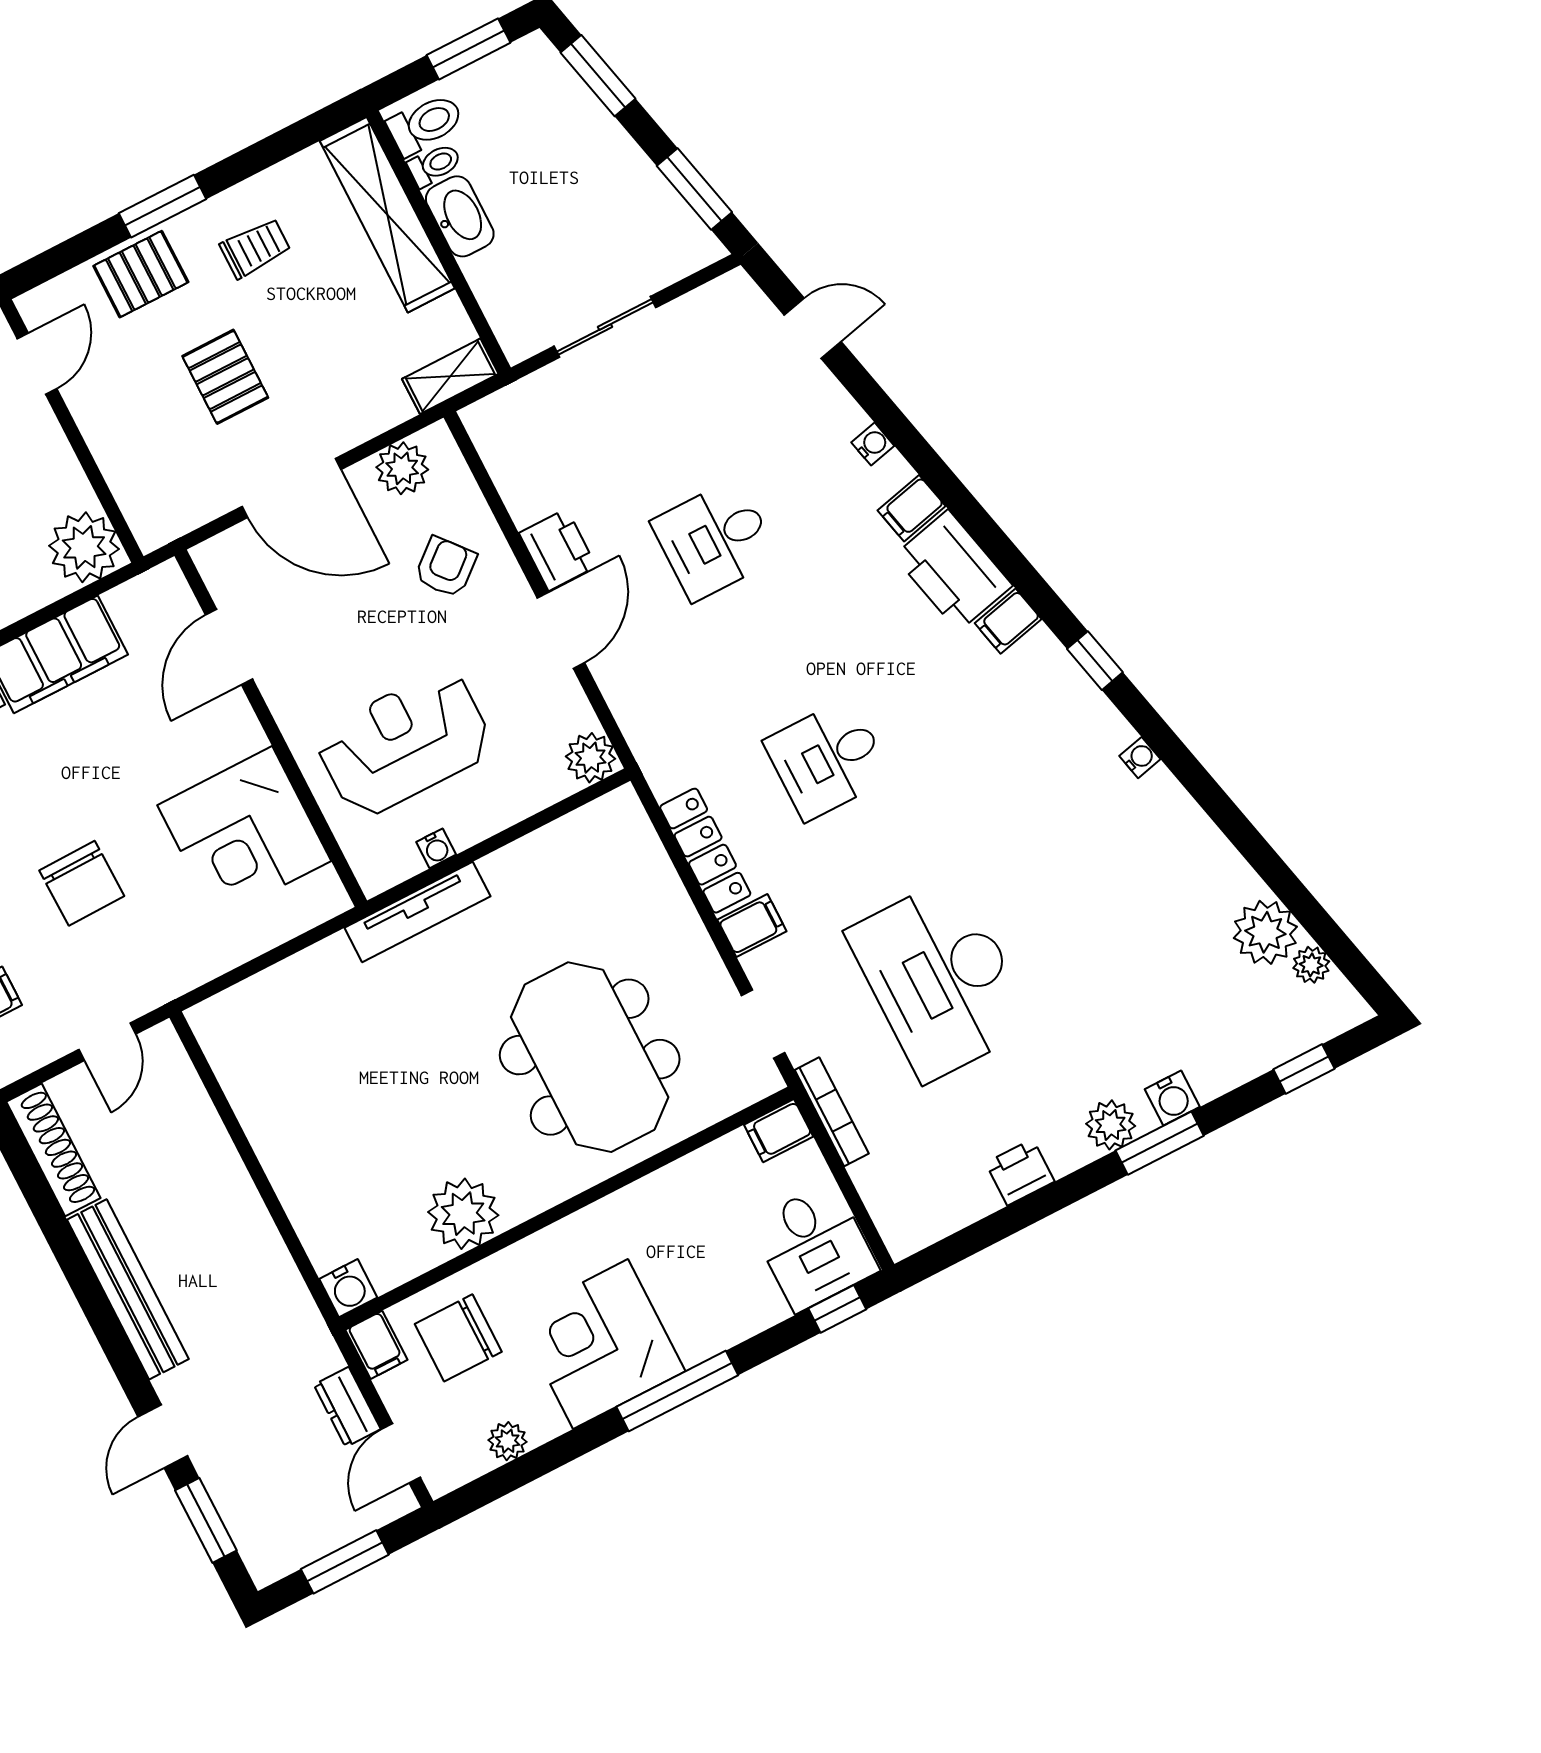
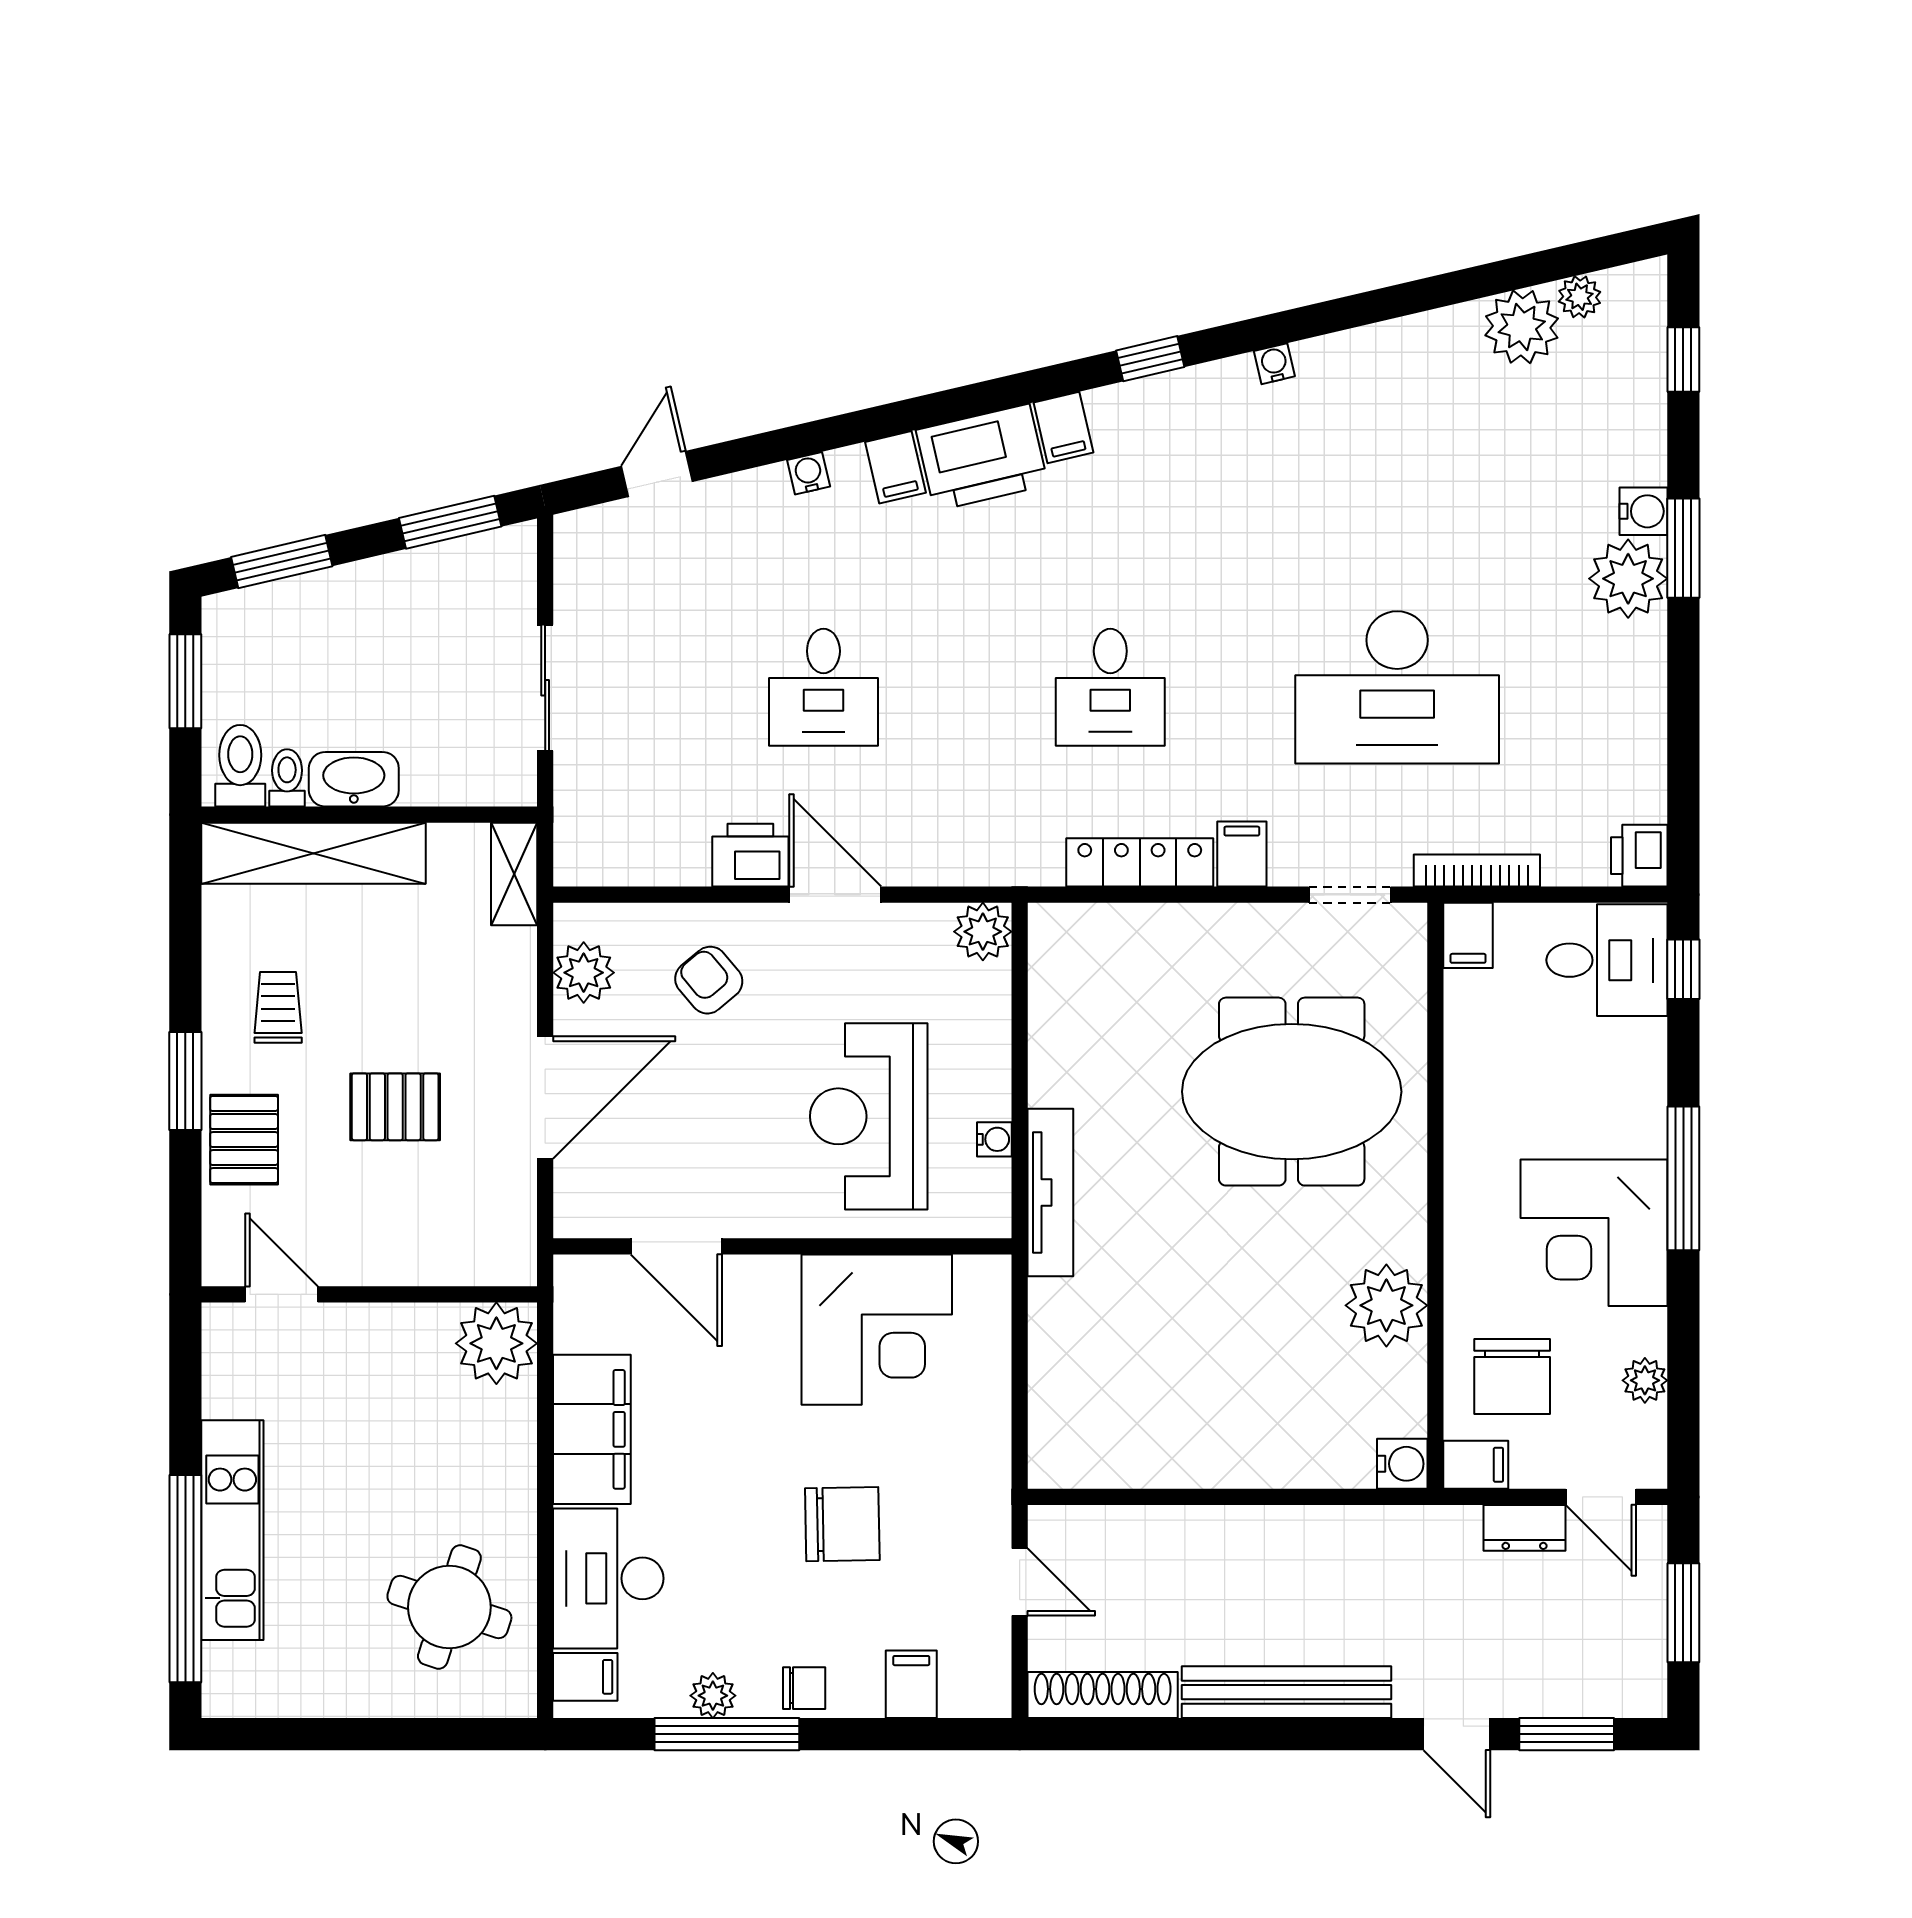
plant: (1111, 1125) -> (1628, 579), width x1.36, depth x1.36
printer: (1020, 1172) -> (1639, 856), moved

